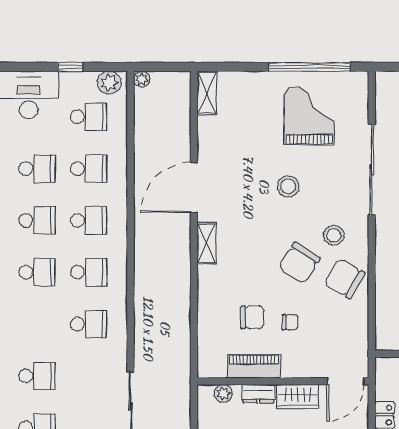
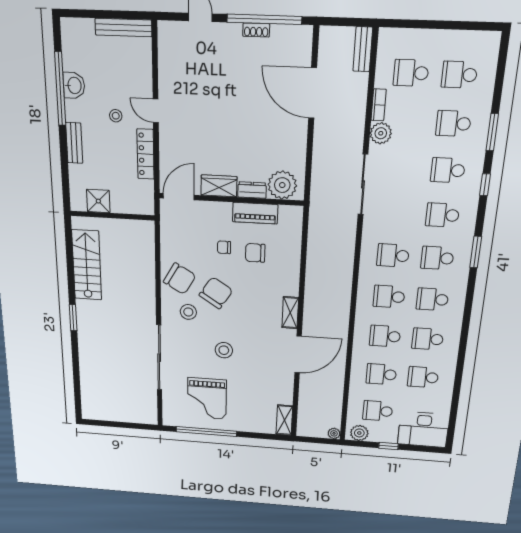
school desk: (37, 324) -> (437, 258), added
plant: (223, 393) -> (282, 185), width x1.87, depth x1.87

